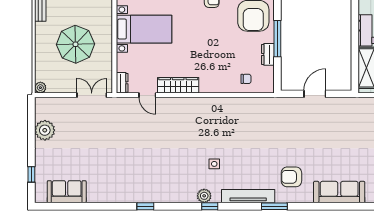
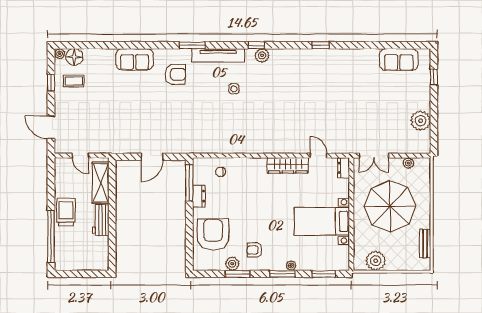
window: (277, 39) -> (189, 183), moved
parasol: (75, 44) -> (390, 206), width x1.36, depth x1.36
plant: (40, 88) -> (408, 163), moved
side table: (214, 164) -> (234, 89), moved
sofa: (339, 192) -> (135, 59), width x0.73

